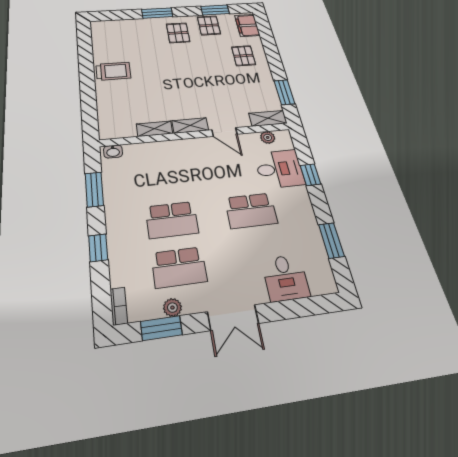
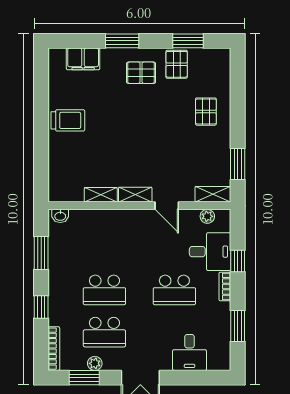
filing cabinet: (247, 25) -> (83, 59), moved, turned -90
pallet: (178, 33) -> (141, 73), turned 90
bookcase: (305, 201) -> (225, 286), added
bookcase: (119, 306) -> (54, 349), width x1.56

